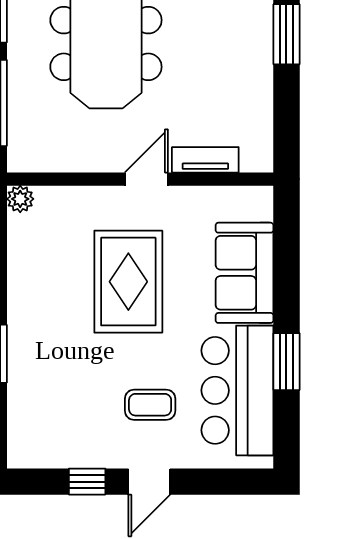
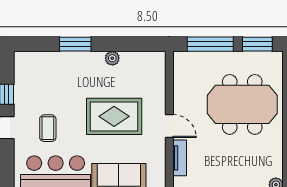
plant: (20, 199) -> (112, 58), moved

